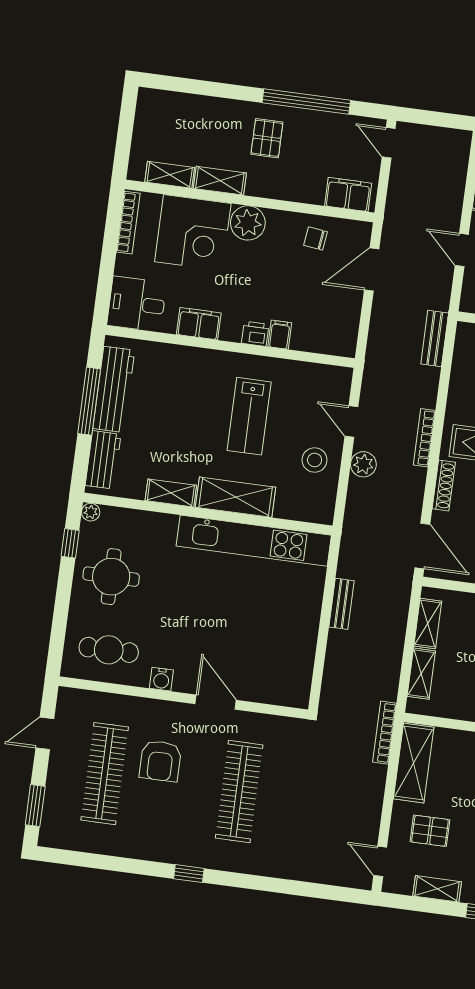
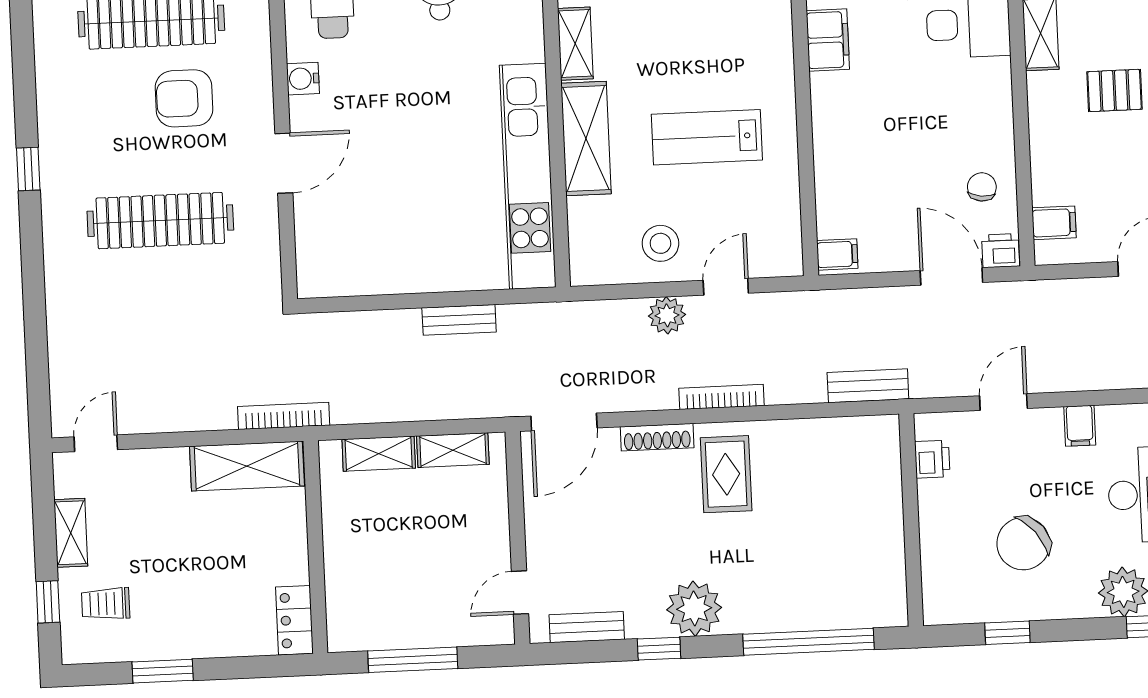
filing cabinet: (348, 195) -> (1054, 223), width x0.50
plant: (248, 223) -> (987, 85), removed
printer: (255, 334) -> (1001, 251), moved, turned -90
filing cabinet: (280, 335) -> (837, 254), moved
pallet: (430, 831) -> (153, 507), removed

